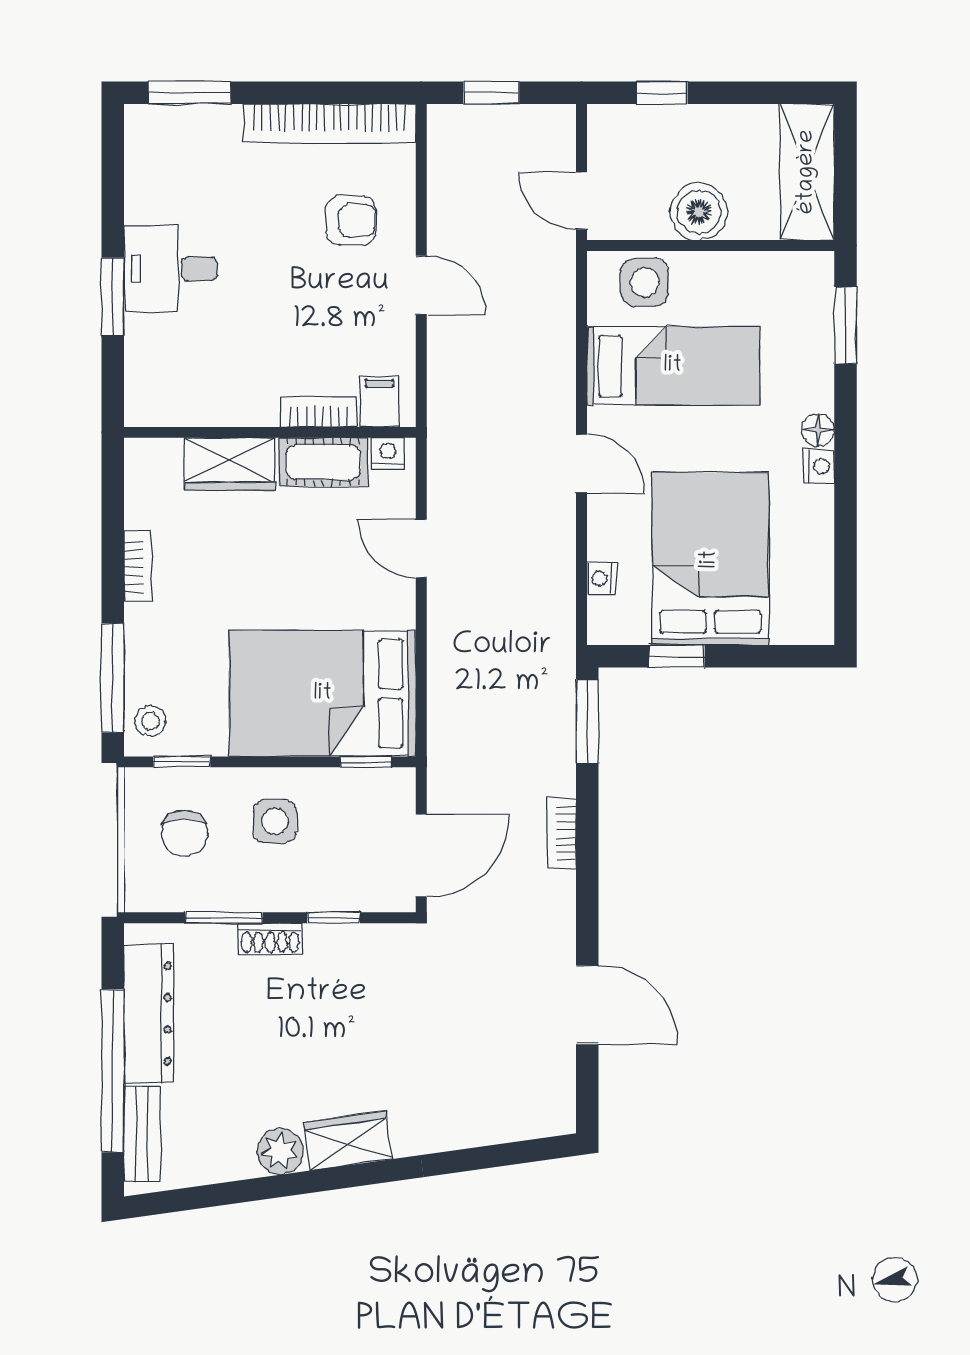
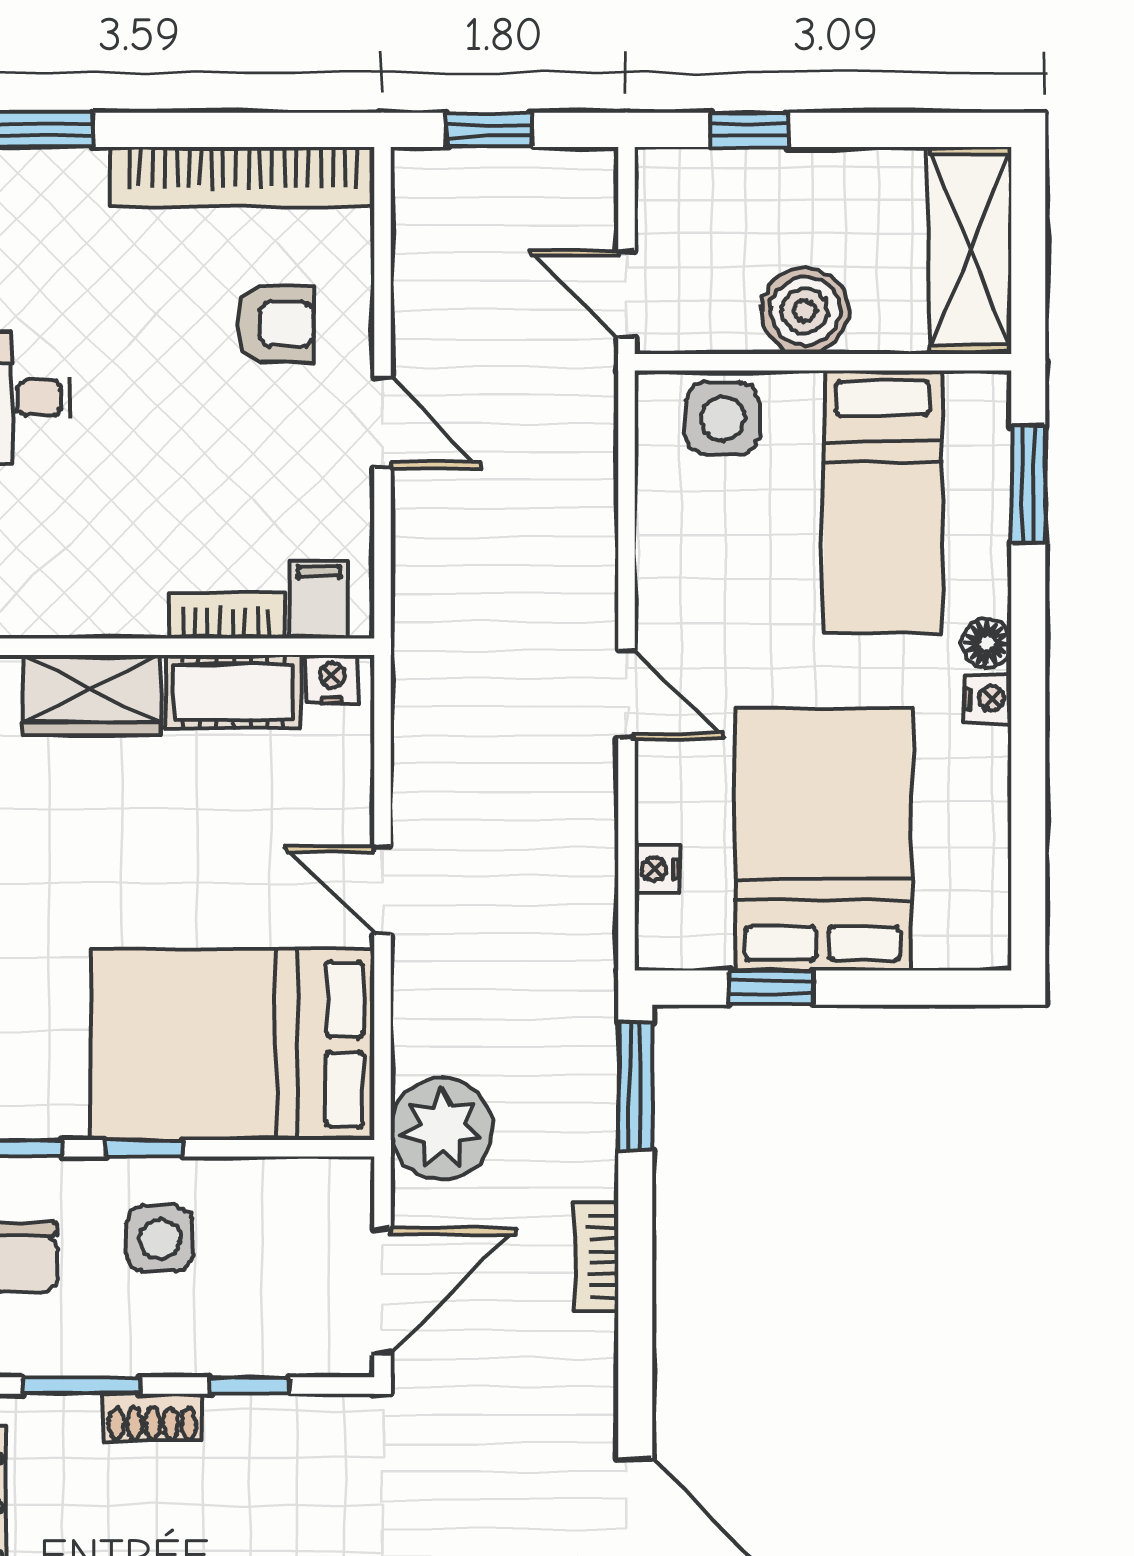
bed: (673, 366) -> (883, 502), moved, turned 90
door: (421, 549) -> (382, 890), moved
plant: (460, 749) -> (442, 1129), added
window: (366, 762) -> (144, 1148), moved

